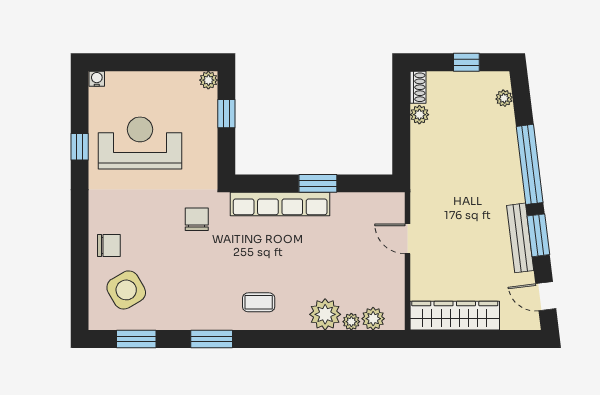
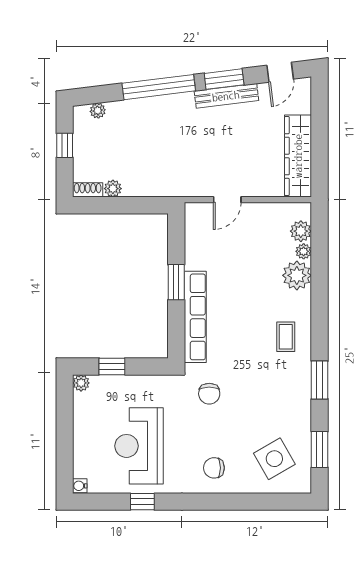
chair: (197, 219) -> (209, 394), turned -90
chair: (109, 245) -> (214, 468), moved, turned -90

